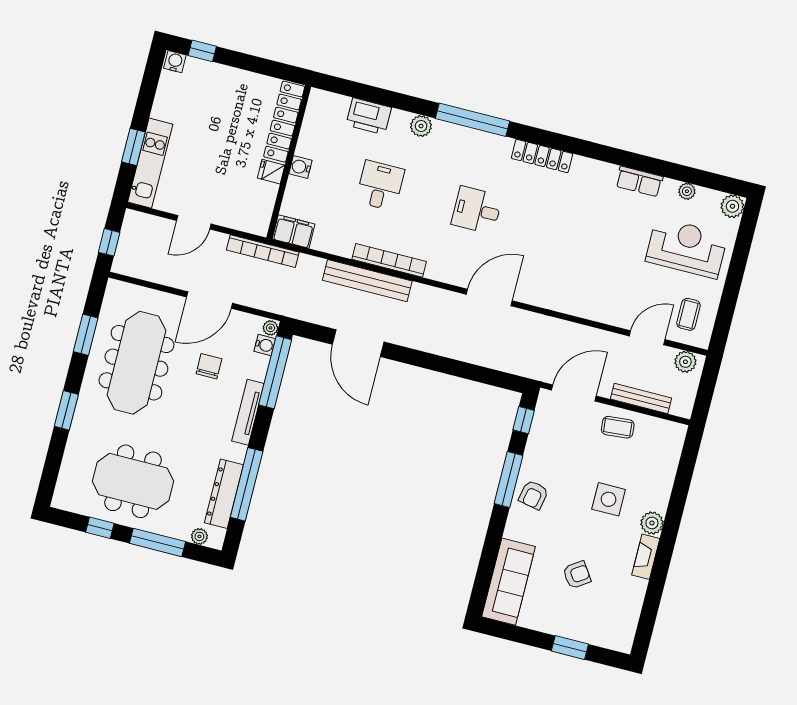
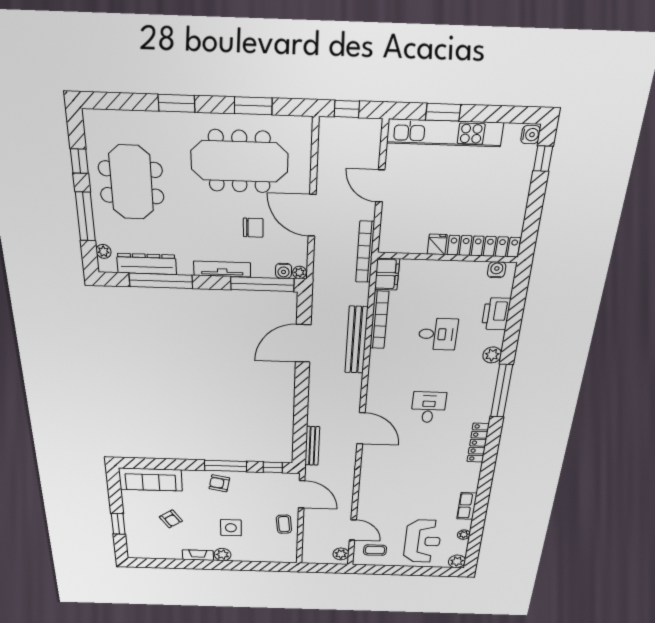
kitchen unit: (150, 163) -> (445, 133), width x1.36
water cooler: (300, 167) -> (497, 270), moved
bookcase: (389, 260) -> (379, 320), moved
bench: (641, 398) -> (312, 446), moved

